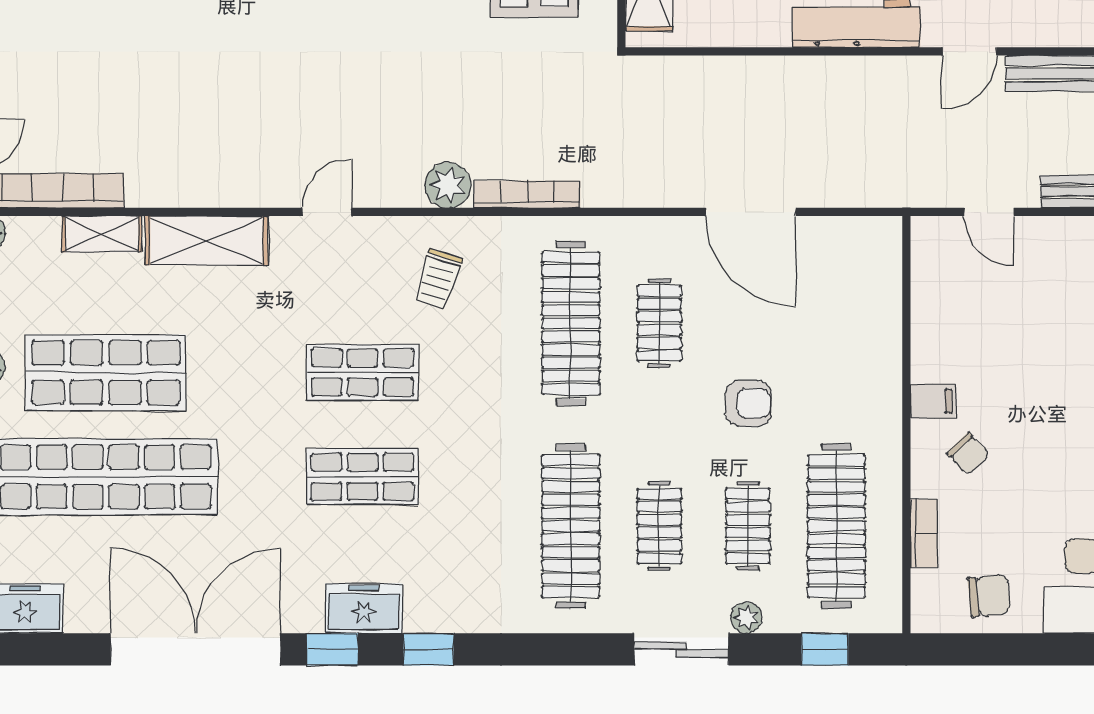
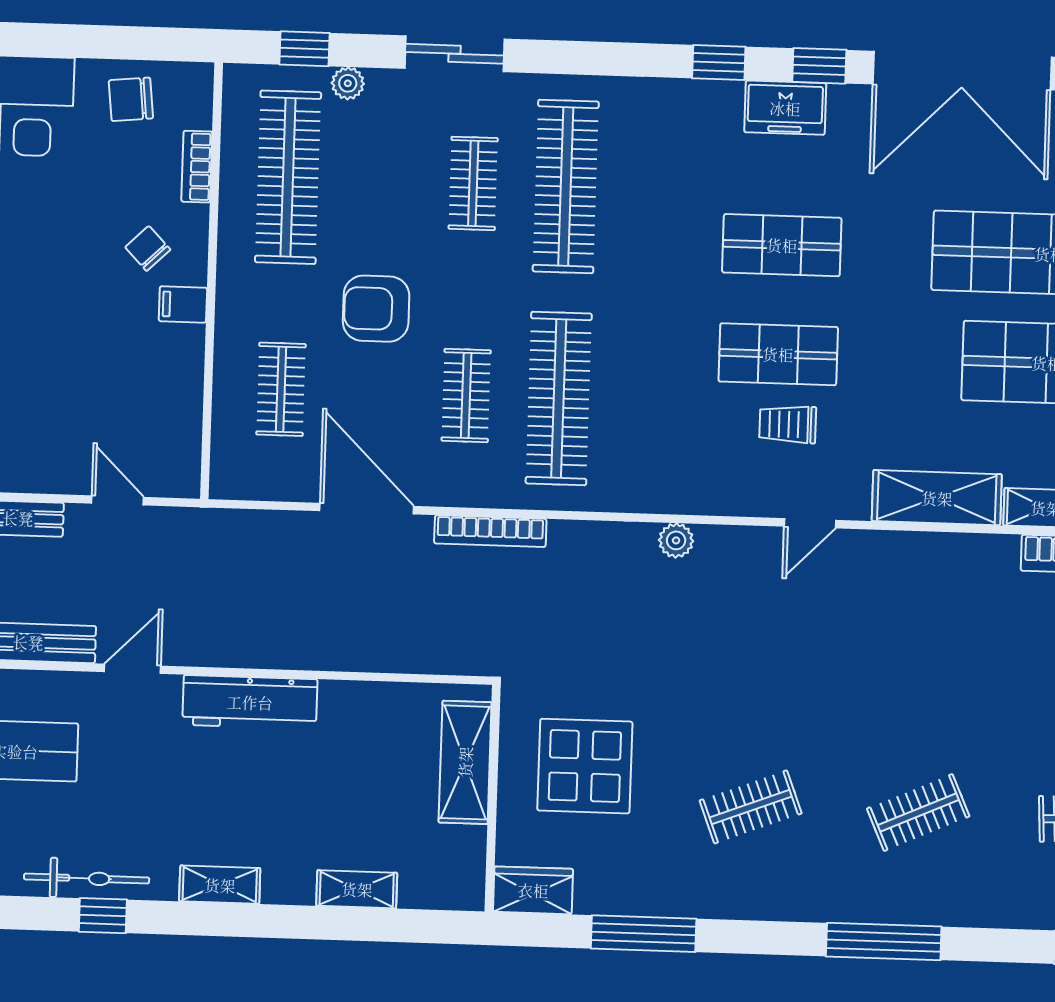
plant: (448, 185) -> (676, 540), width x0.73, depth x0.73
bookcase: (527, 194) -> (490, 531), moved
trolley: (438, 279) -> (788, 424), moved, turned -108
armchair: (748, 403) -> (376, 309), width x1.38, depth x1.38
clothes rail: (748, 526) -> (281, 389), moved
plant: (746, 618) -> (348, 83), moved

